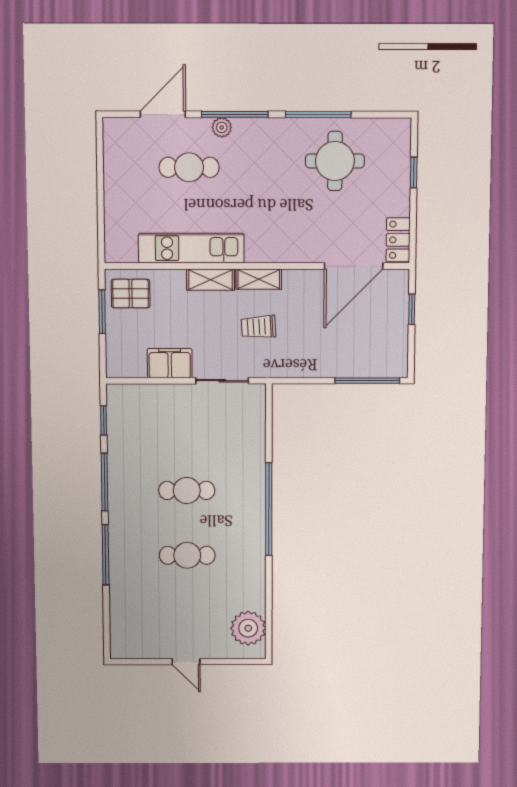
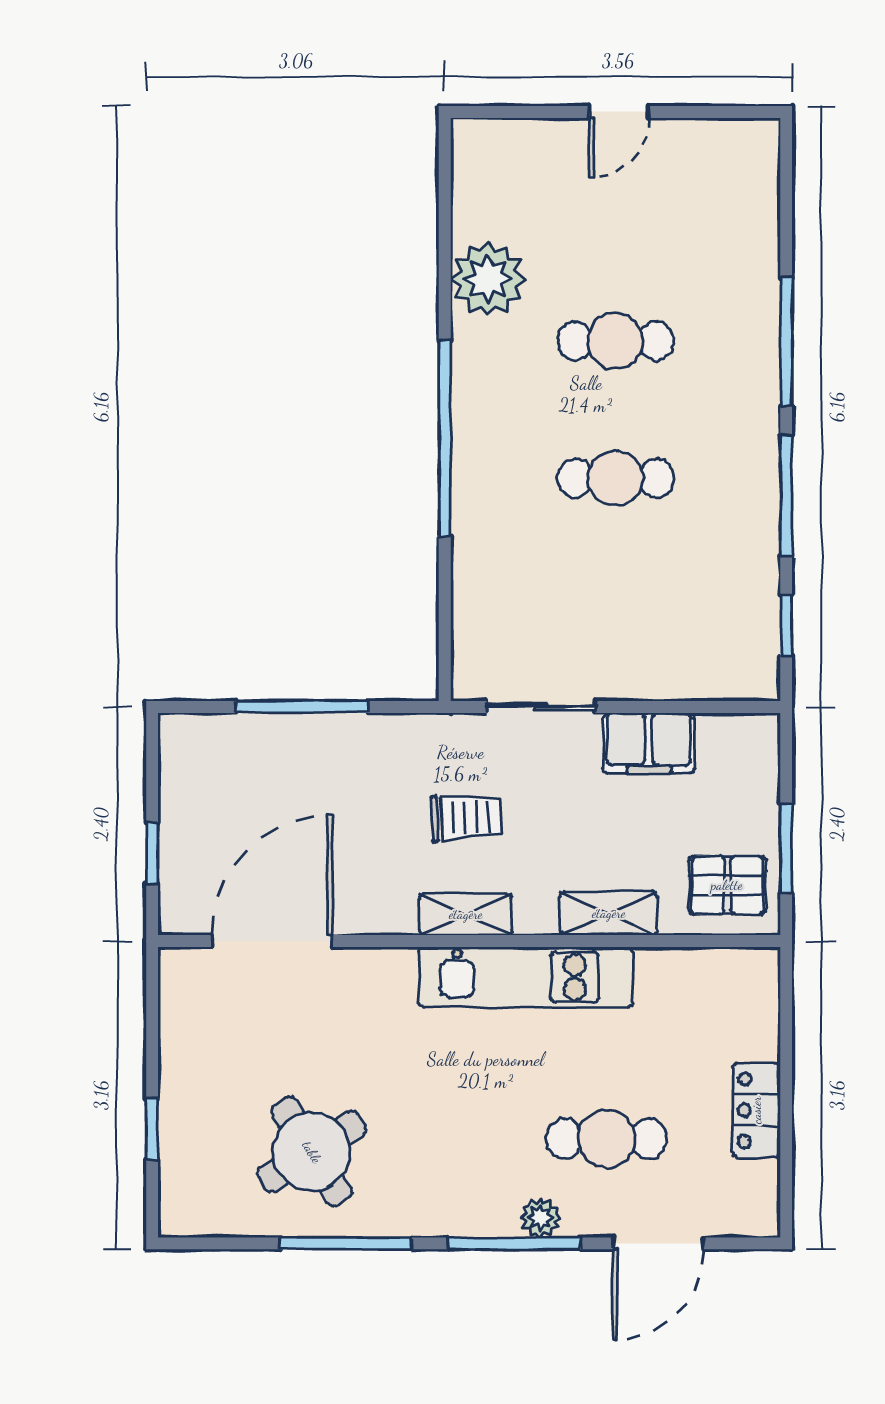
round table: (335, 161) -> (312, 1152), turned -32
locker: (398, 240) -> (756, 1110), moved, turned 180
kitchen unit: (191, 248) -> (526, 977), moved
shelving: (210, 280) -> (609, 913), moved
window: (367, 381) -> (302, 707), moved
plant: (248, 628) -> (488, 279), moved
door: (186, 662) -> (619, 112), swing flipped

